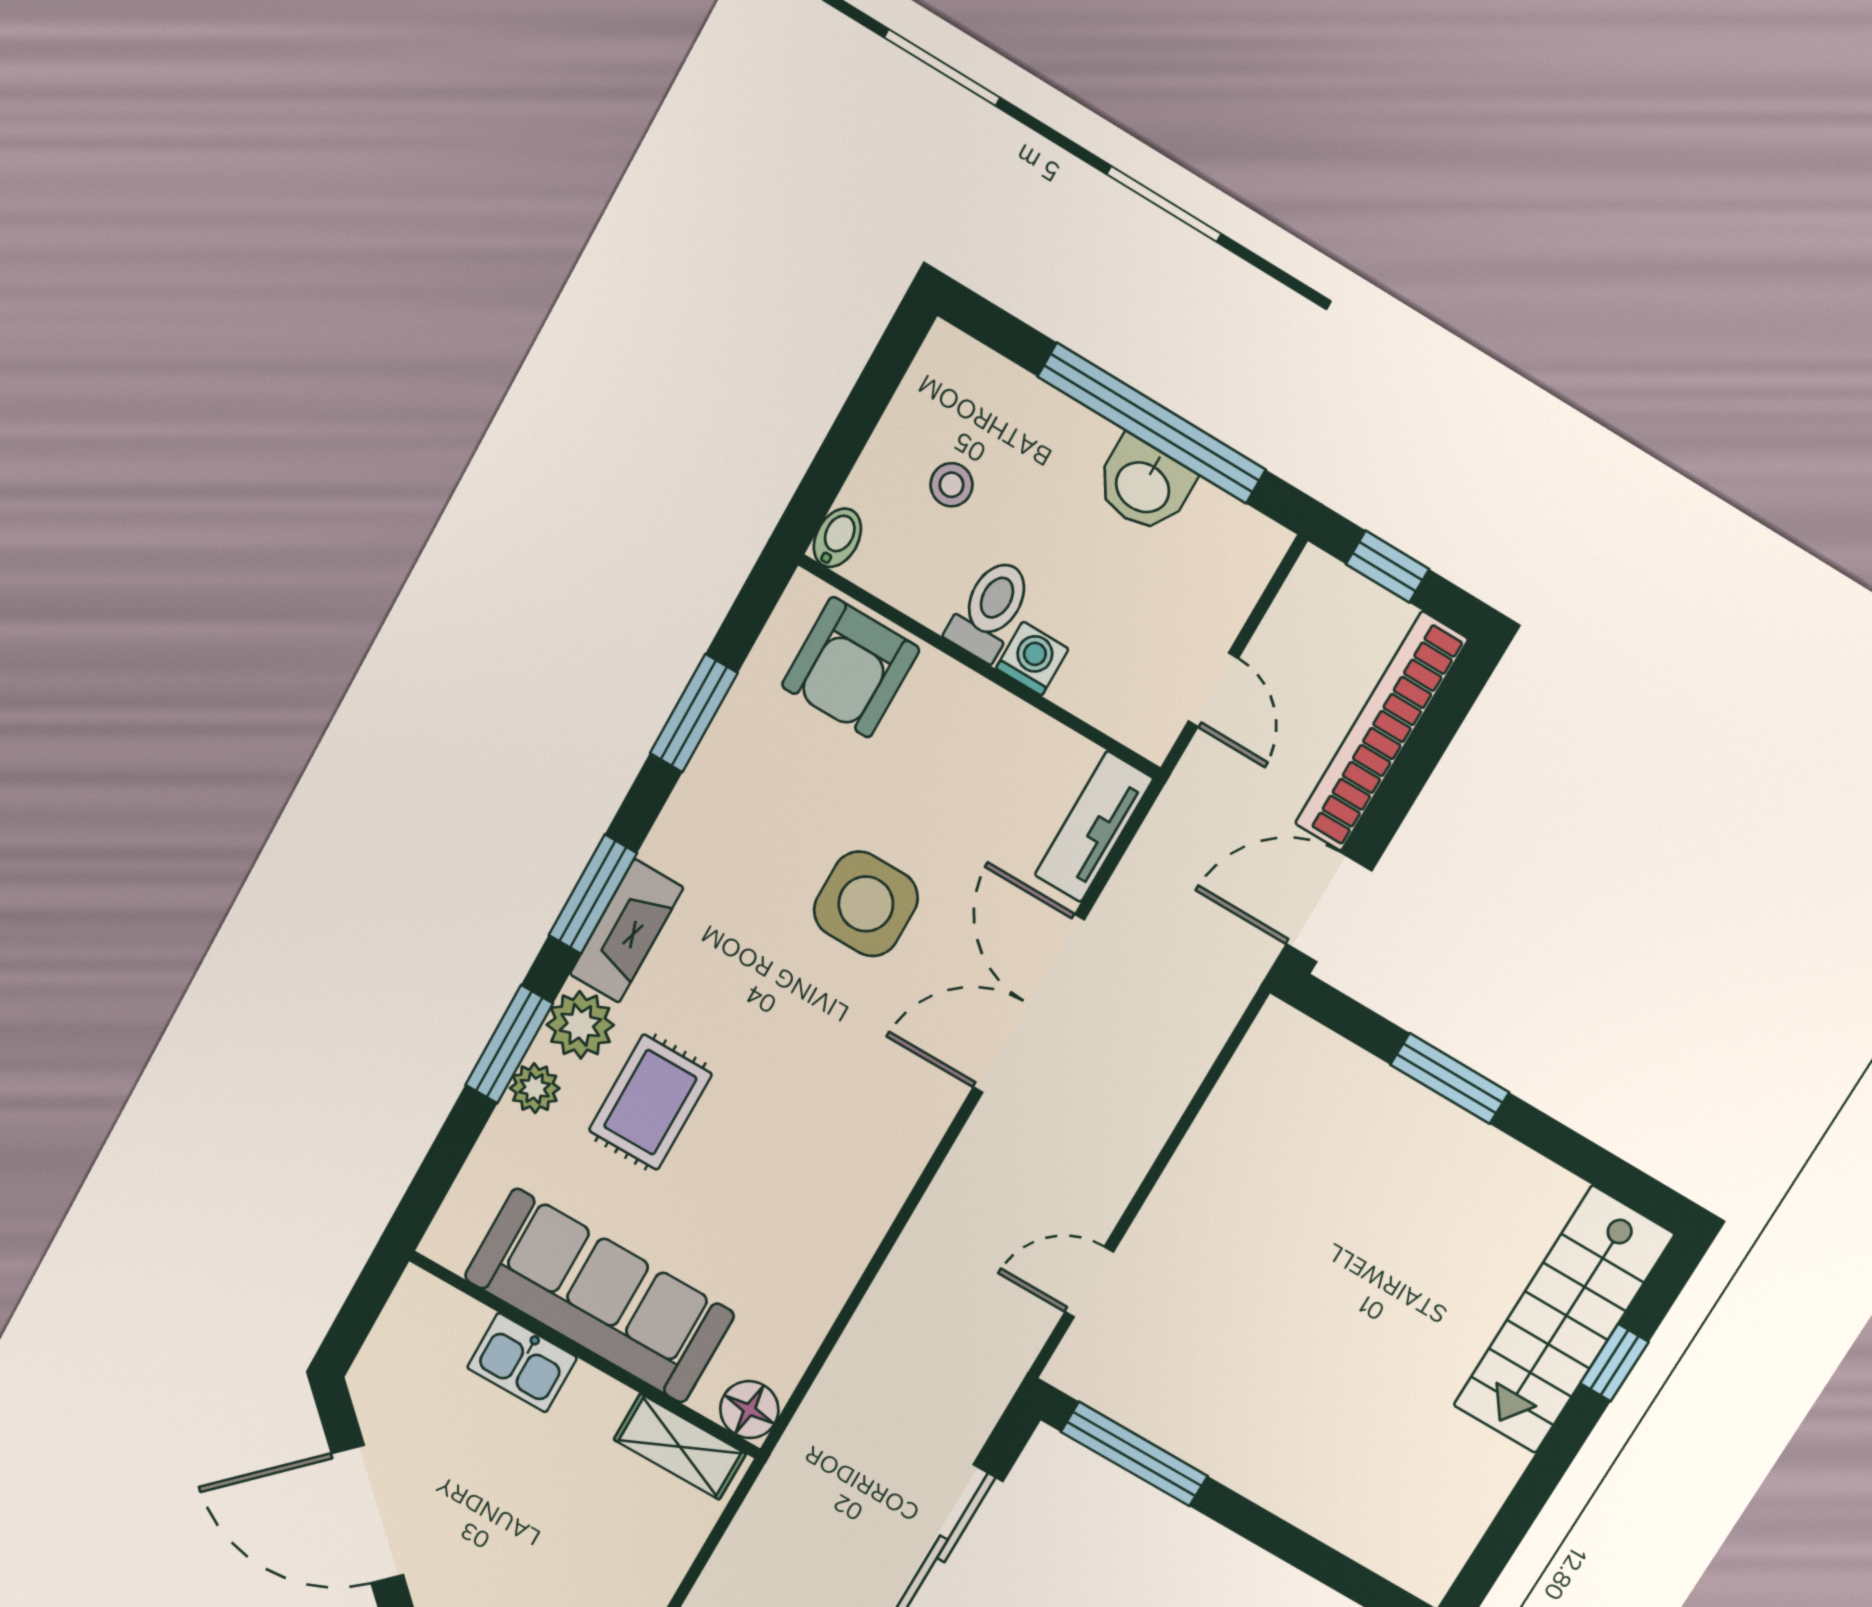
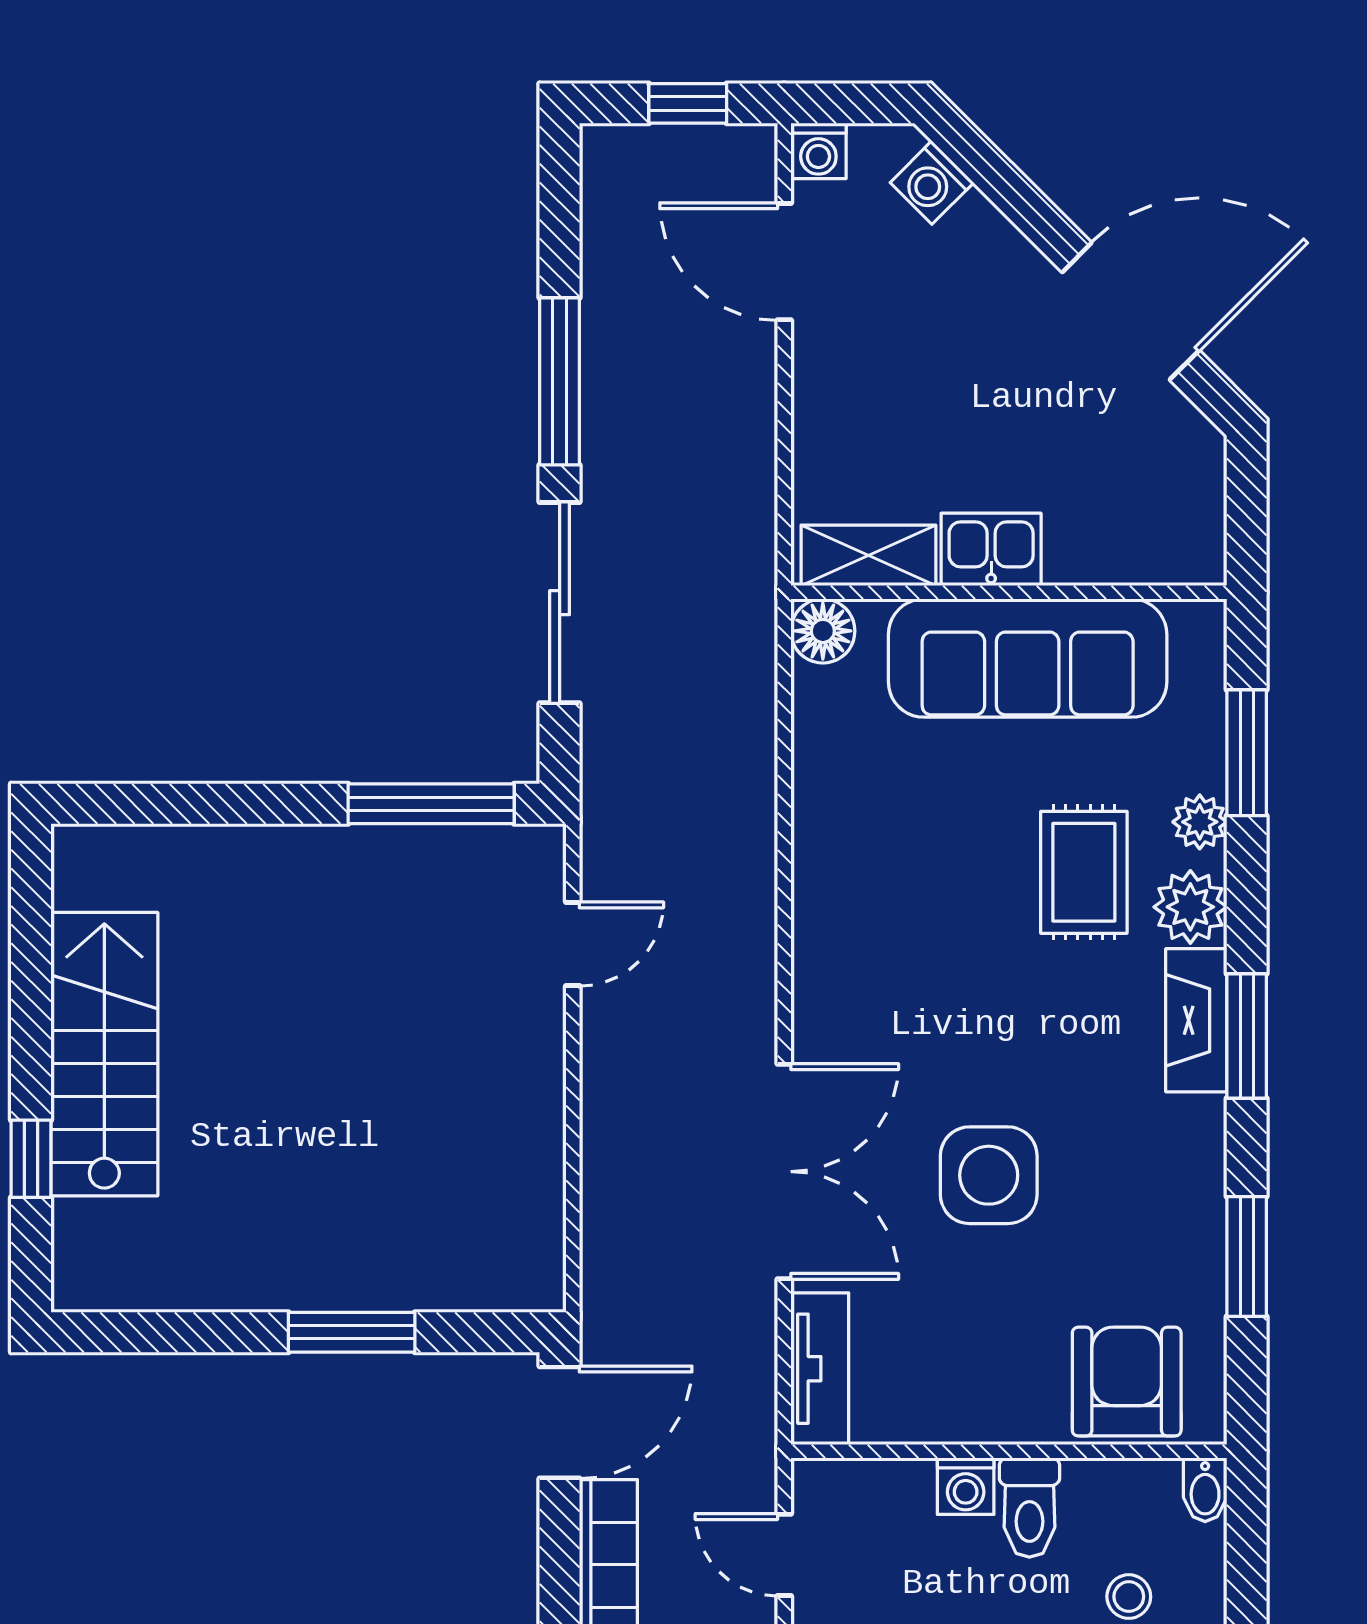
window: (509, 1044) -> (1247, 753), moved
stairs: (1564, 1320) -> (104, 1054), moved
kitchen sink: (522, 1363) -> (991, 549), moved

